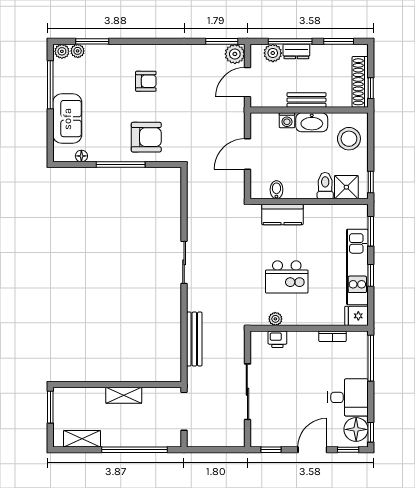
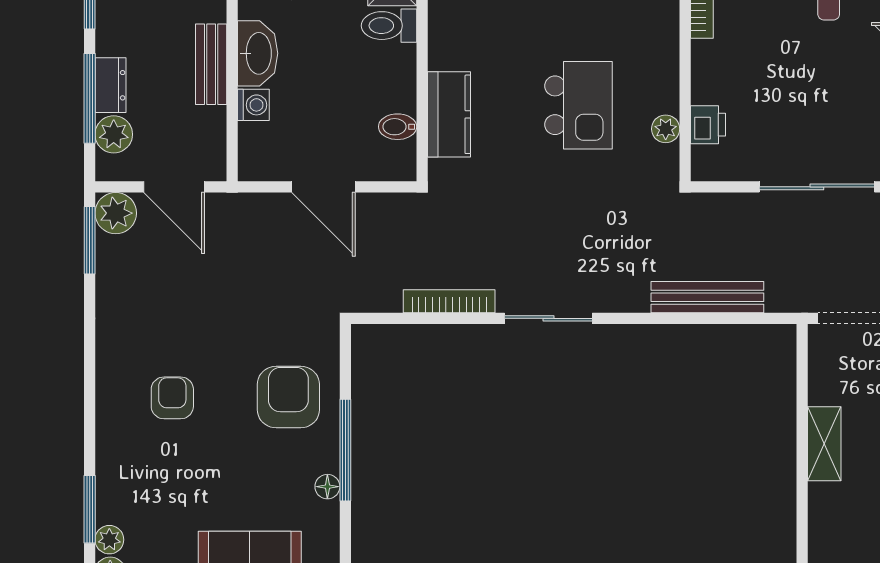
floor lamp: (81, 156) -> (327, 487), moved
bookcase: (192, 215) -> (449, 301), added

